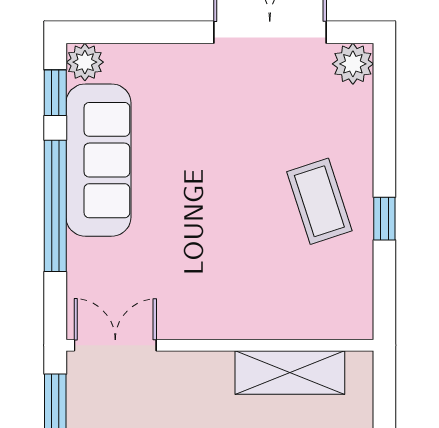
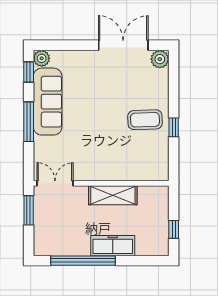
coffee table: (319, 201) -> (145, 120), turned -74
window: (55, 206) -> (29, 122), width x0.68
shelving: (290, 373) -> (113, 195), moved

